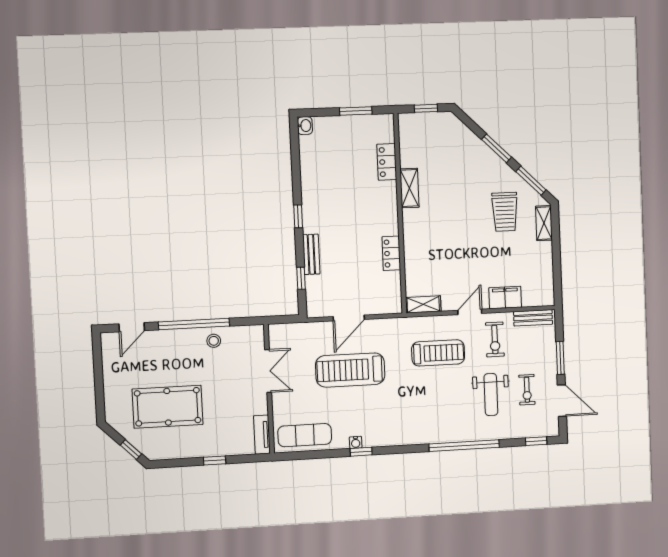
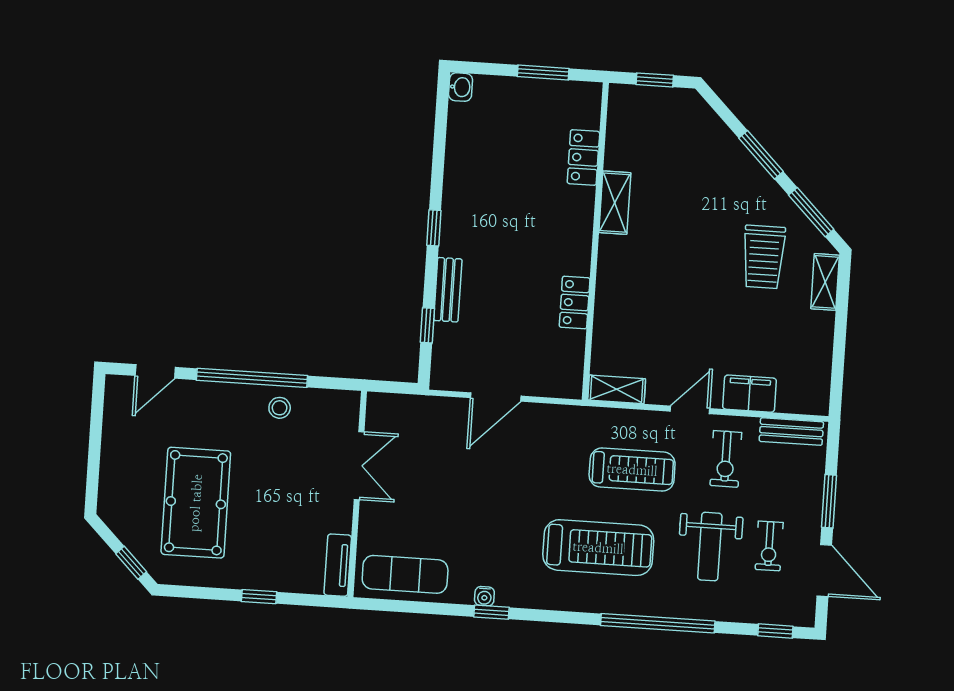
treadmill: (350, 370) -> (598, 548), moved, turned 180
pool table: (168, 407) -> (196, 503), turned 90

